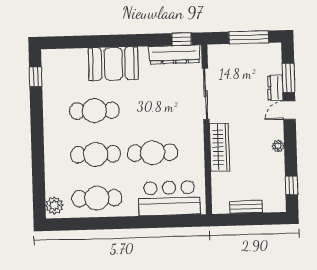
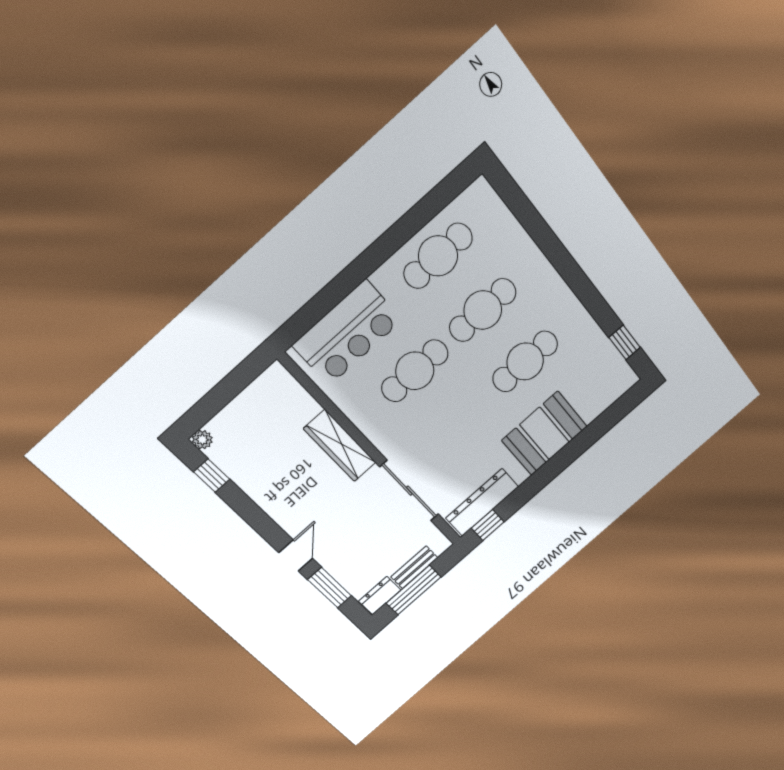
dresser: (275, 88) -> (380, 596), moved, turned -90
plant: (278, 146) -> (202, 440), moved
plant: (54, 205) -> (484, 200), removed
bench: (246, 207) -> (414, 567), moved

